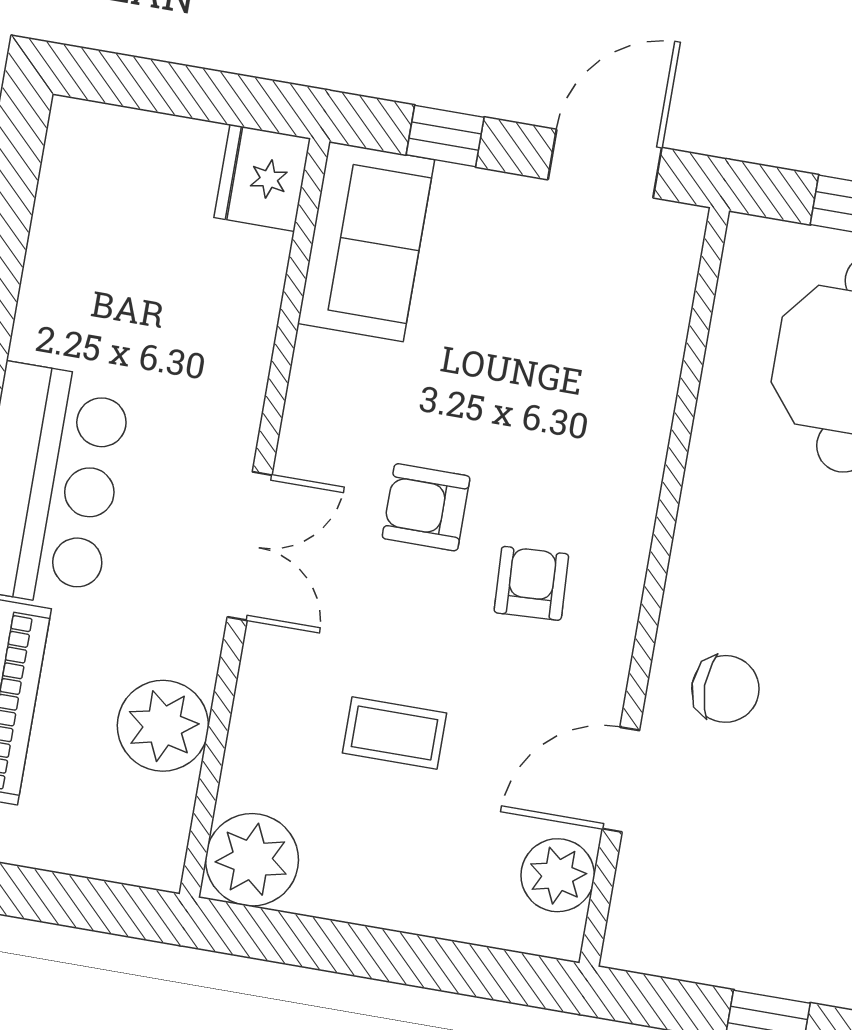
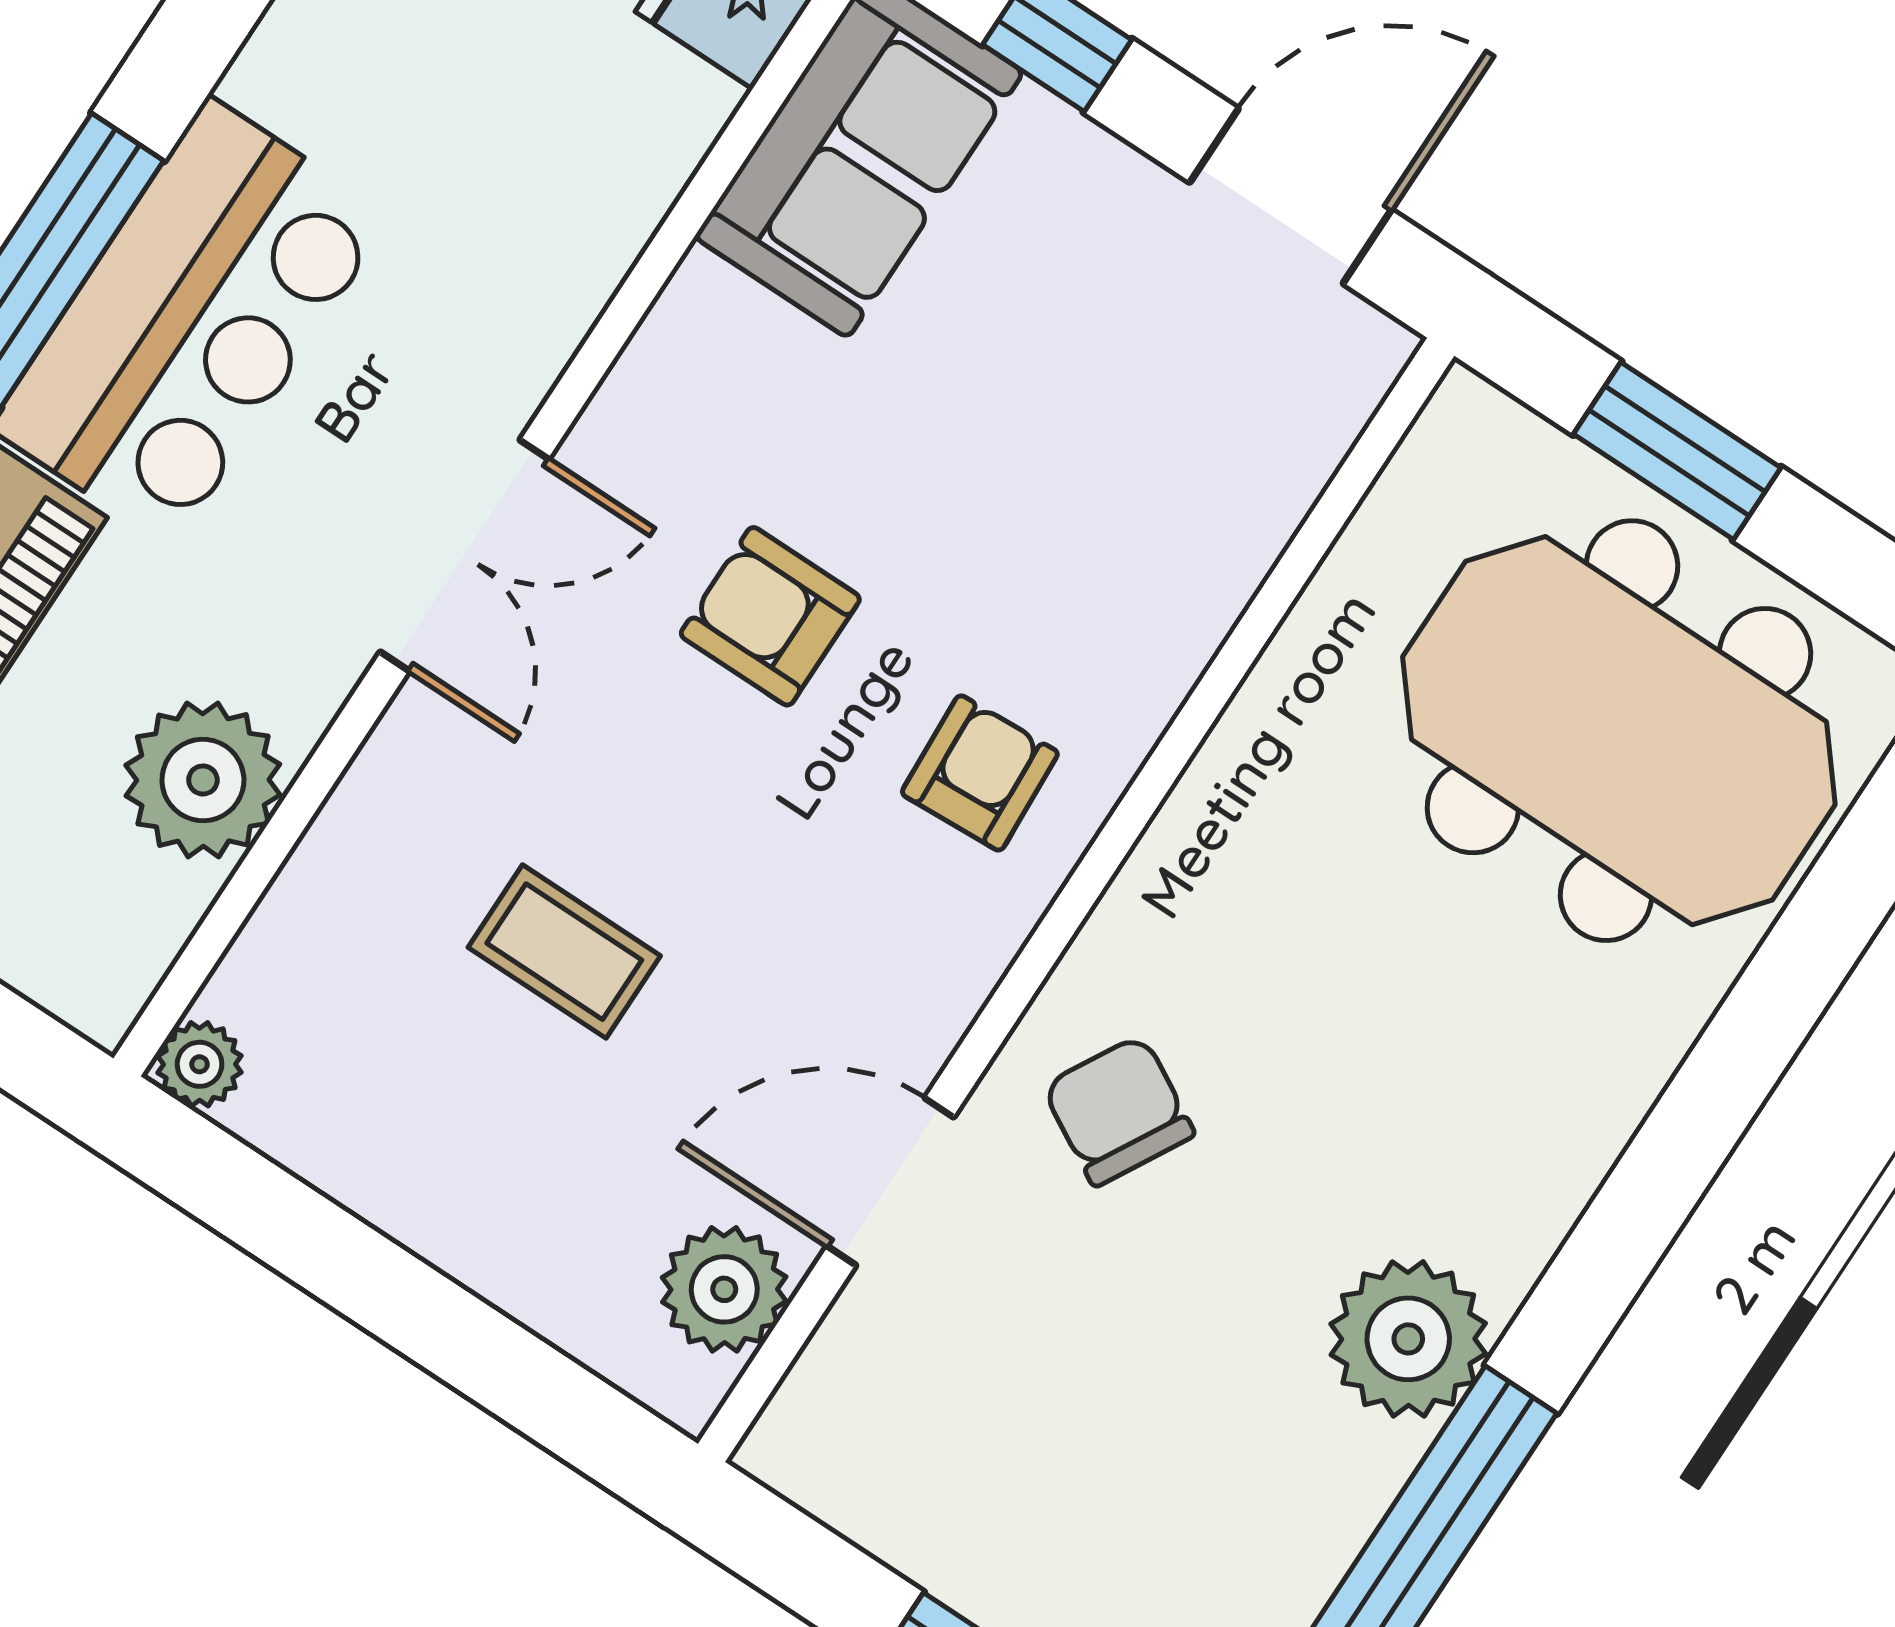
armchair: (531, 583) -> (980, 773), moved
chair: (725, 689) -> (1118, 1111), turned -151
plant: (252, 860) -> (200, 1064), width x0.53, depth x0.53

